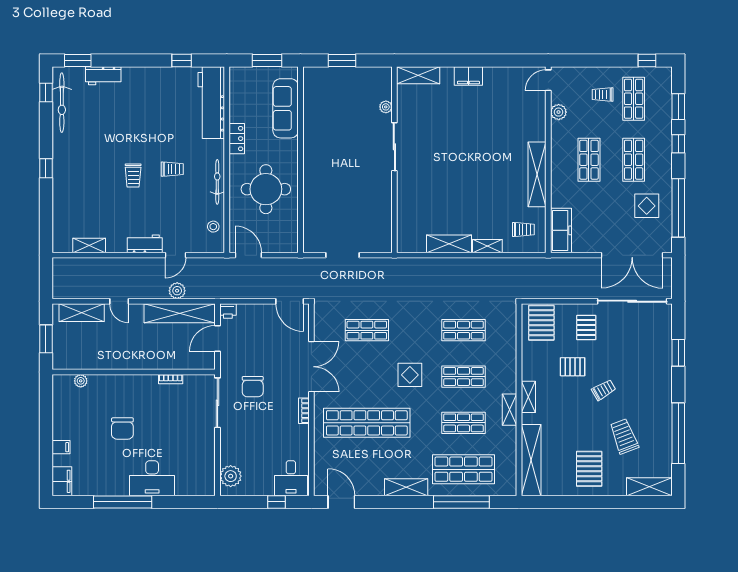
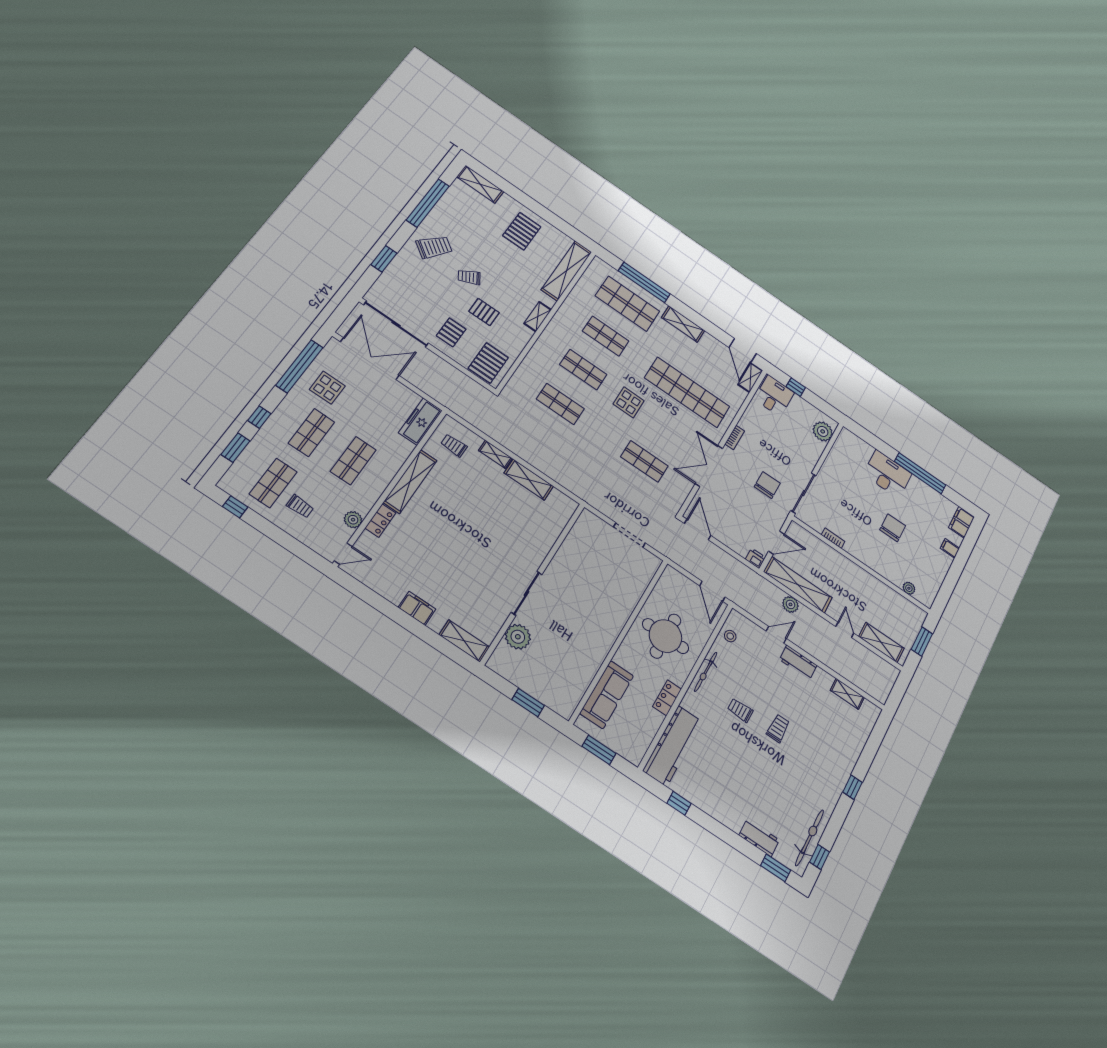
plant: (386, 107) -> (518, 637), width x1.87, depth x1.87
locker: (539, 126) -> (380, 521), added
shelving: (510, 410) -> (750, 378), moved
trolley: (624, 436) -> (434, 247), moved, turned -121

